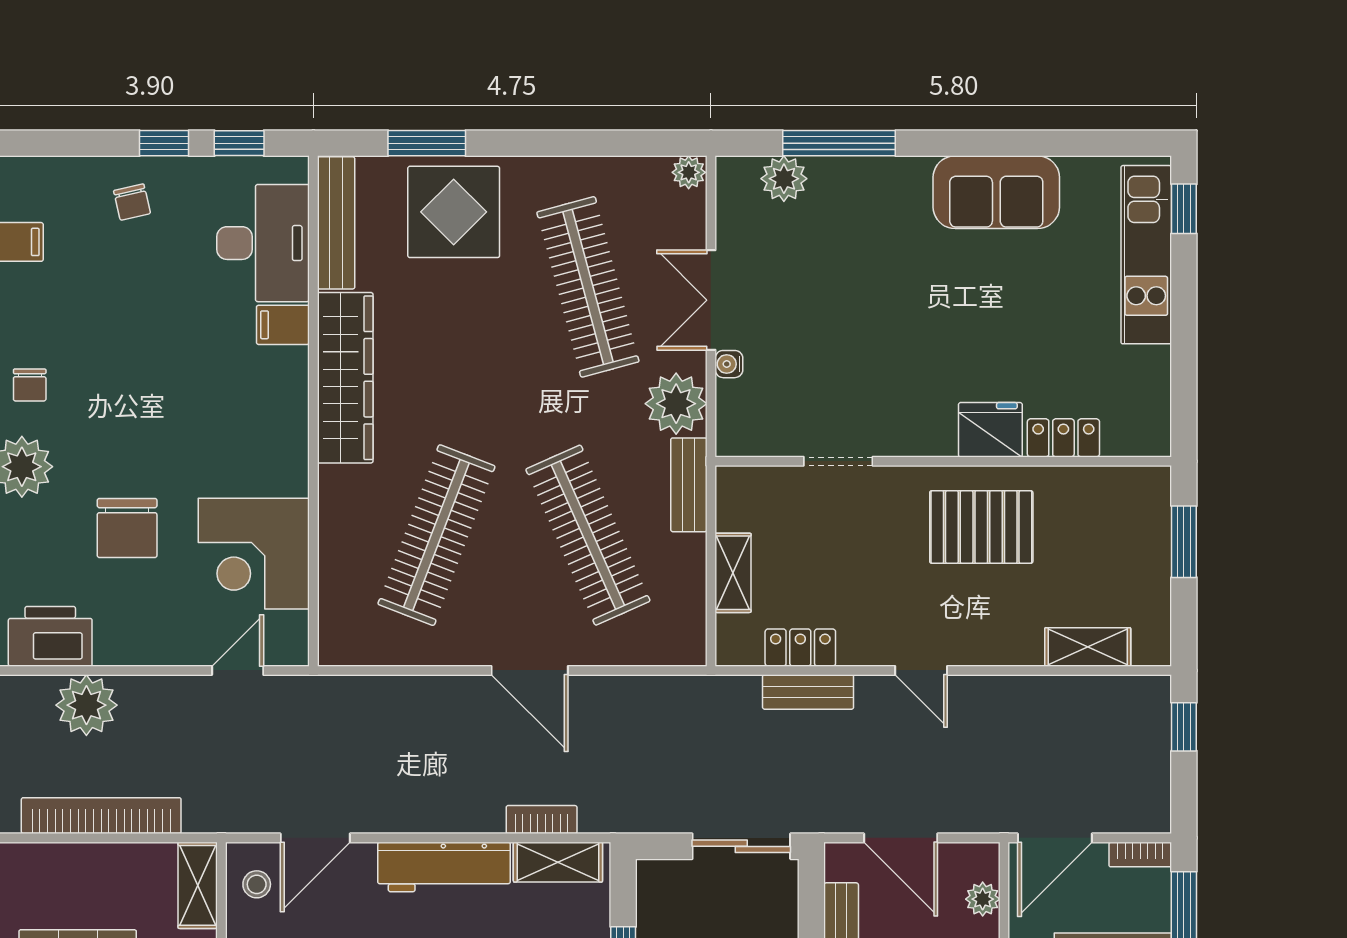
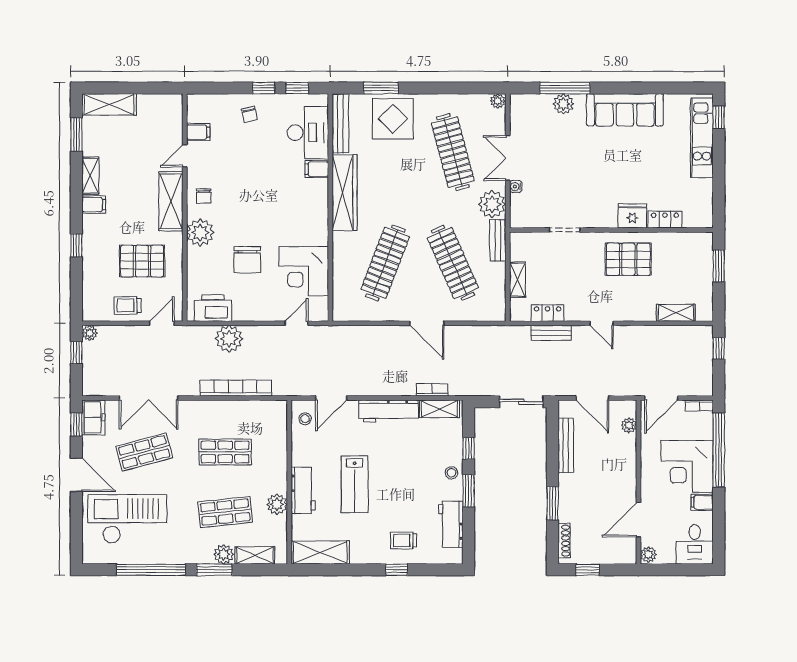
plant: (784, 179) -> (563, 104), moved
sofa: (996, 192) -> (625, 110), width x1.36
shelving: (198, 885) -> (279, 419), removed

